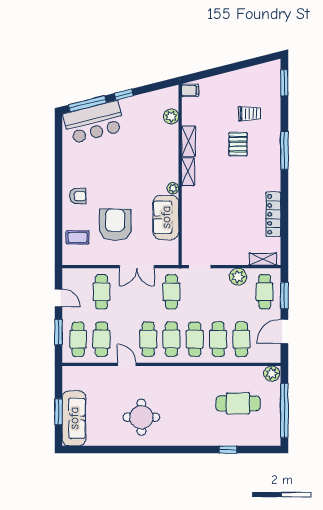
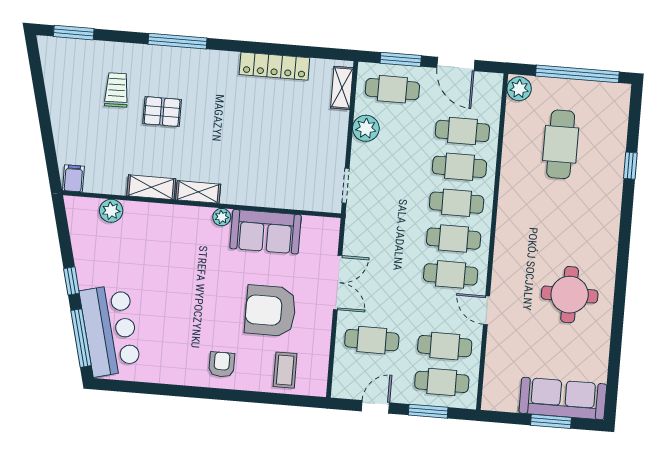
cafe table: (171, 292) -> (381, 233), removed
door: (127, 364) -> (487, 310), hinge flipped

